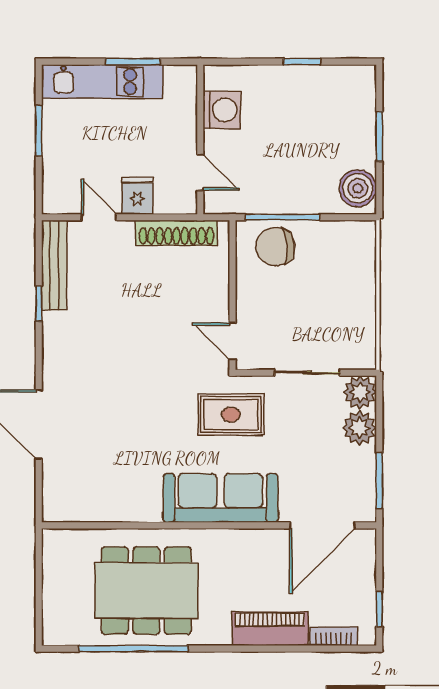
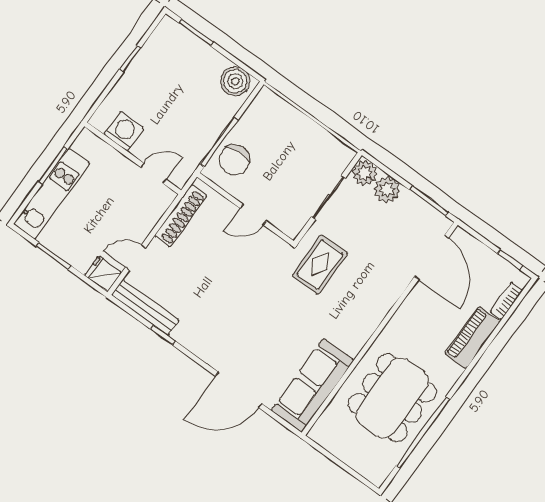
window: (379, 136) -> (196, 32), moved
fridge: (137, 196) -> (103, 274), moved
door: (233, 341) -> (253, 215), moved
sofa: (221, 498) -> (312, 385), moved

